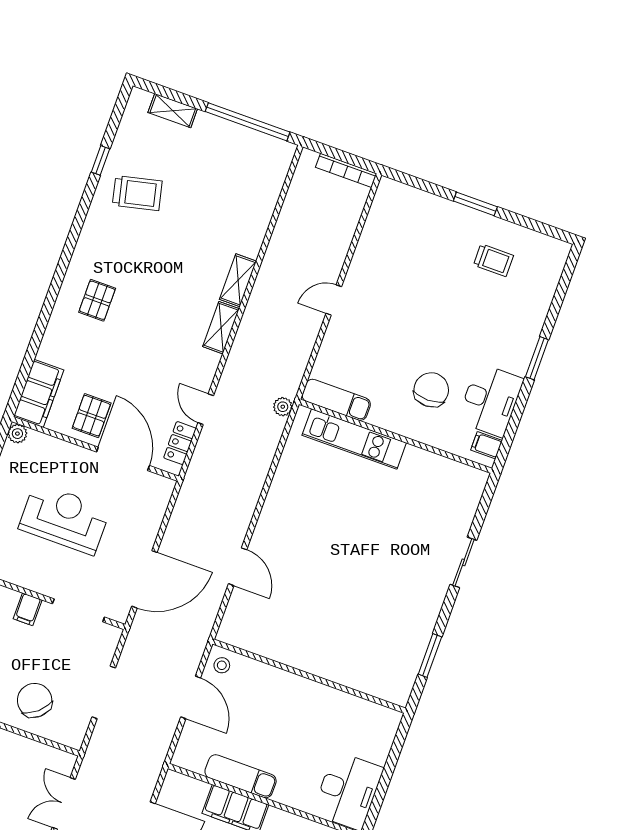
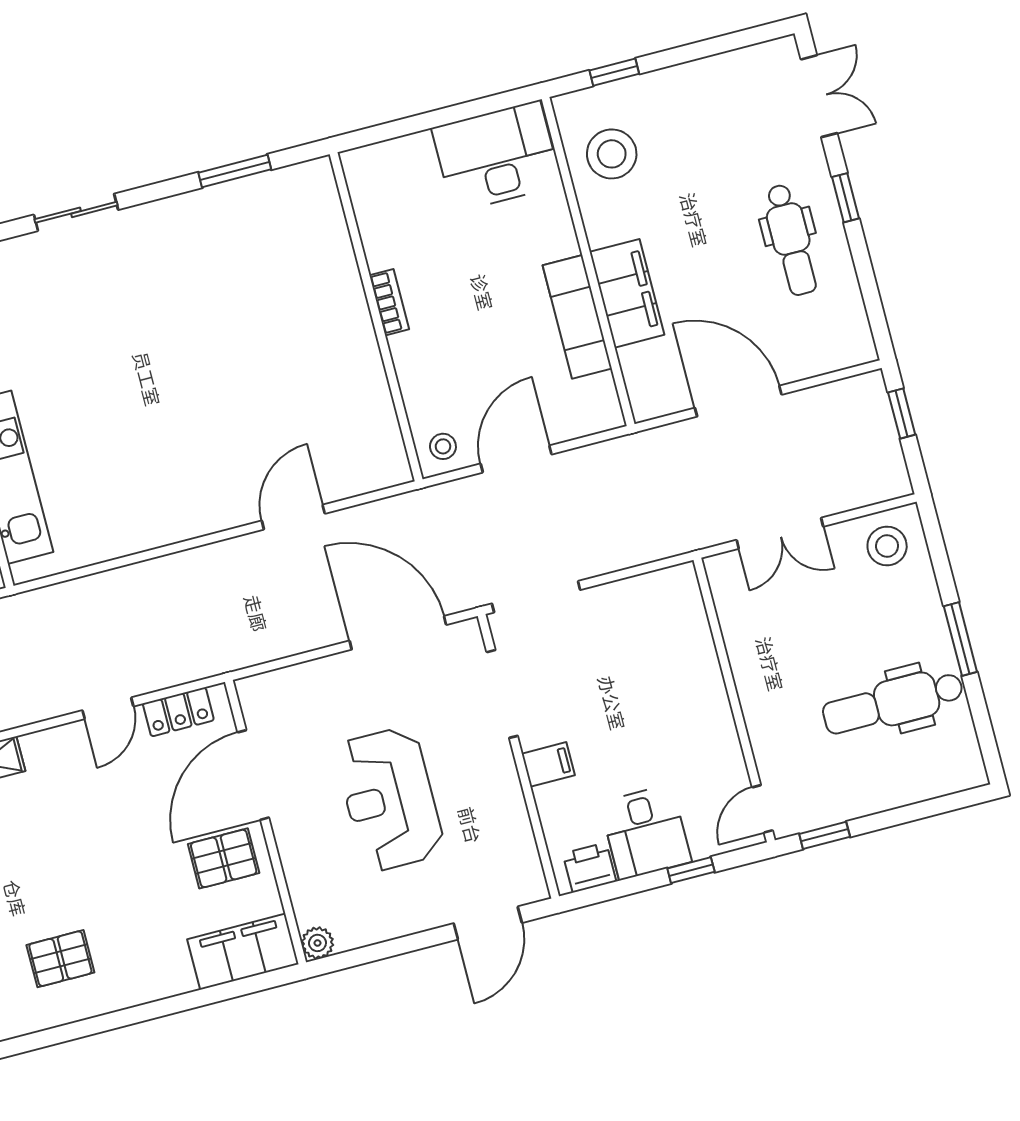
plant: (283, 407) -> (32, 605), removed
bookcase: (312, 688) -> (389, 302), added
doorway: (104, 692) -> (536, 597), moved
chair: (35, 700) -> (666, 670), removed

